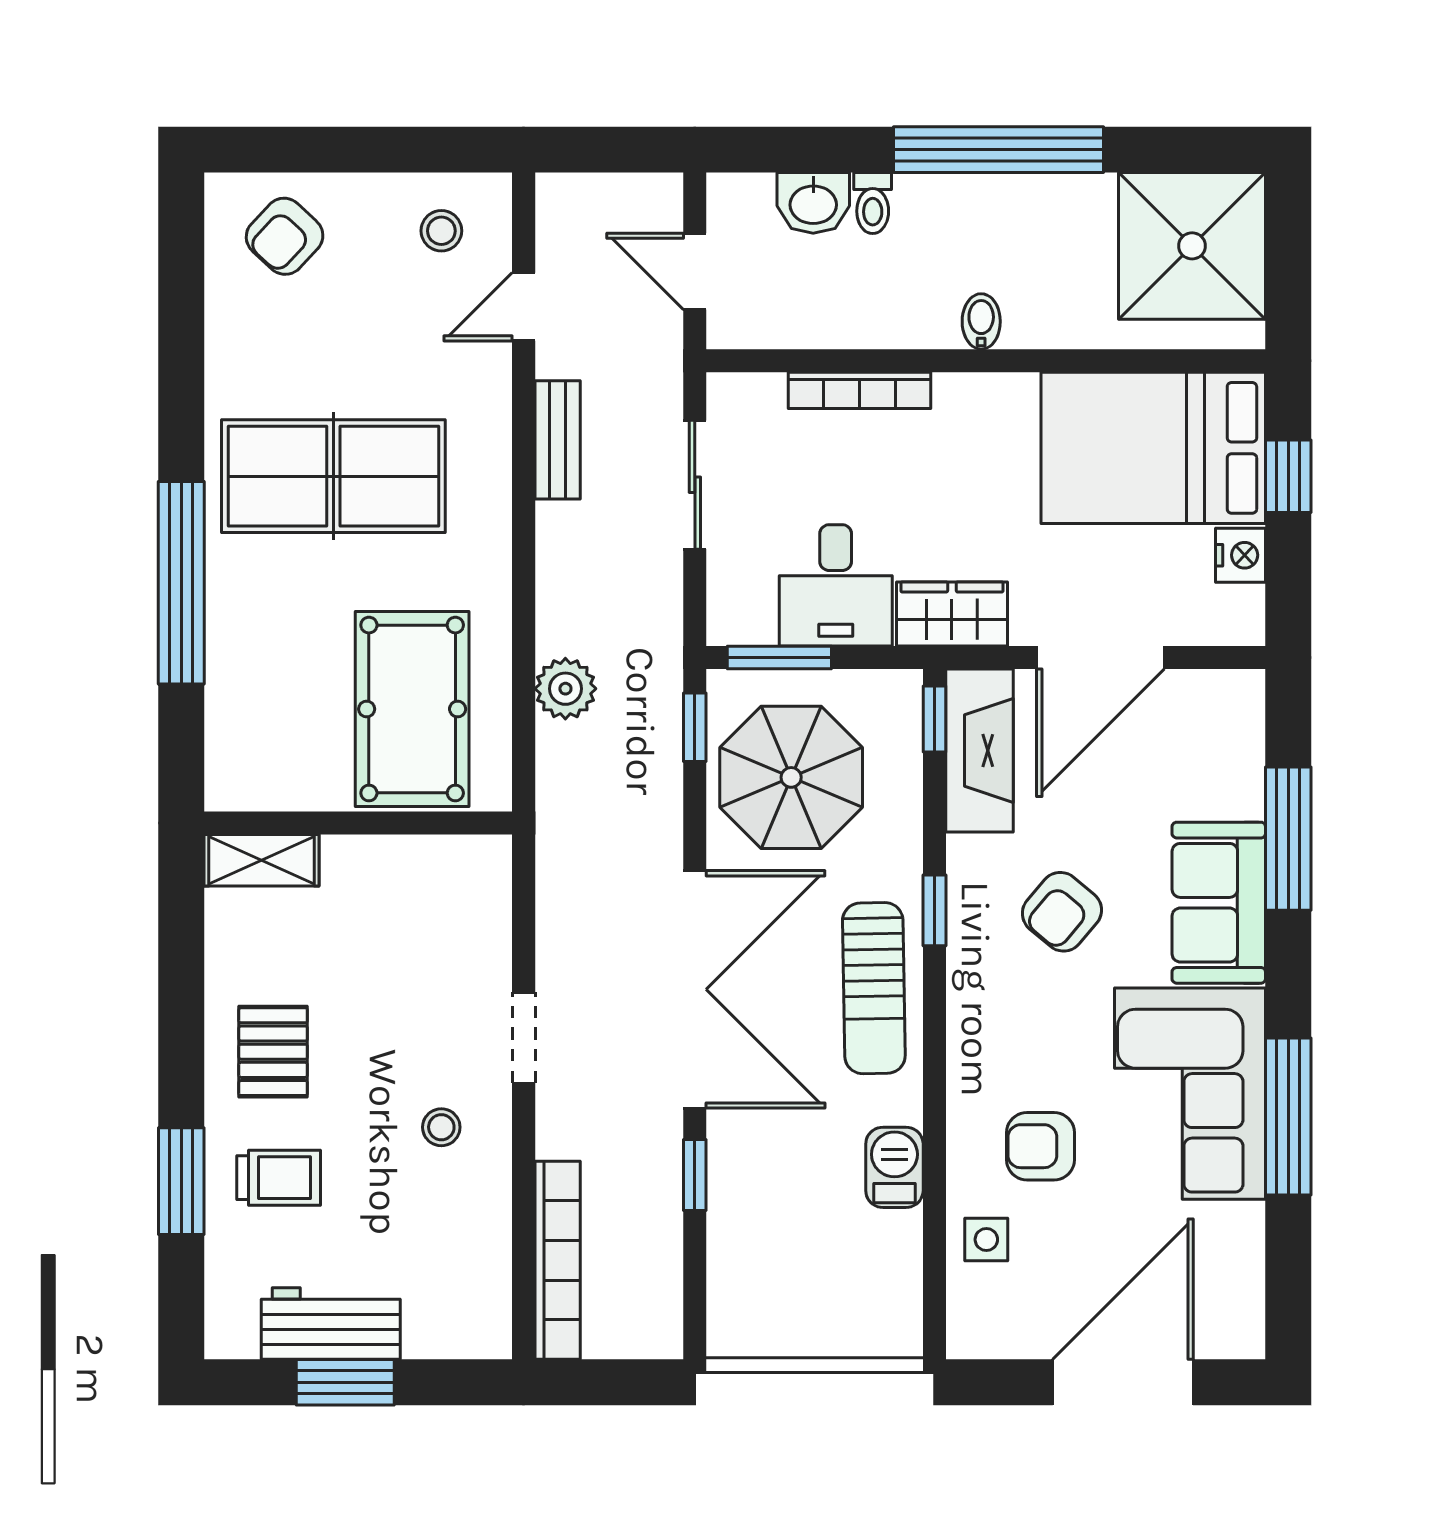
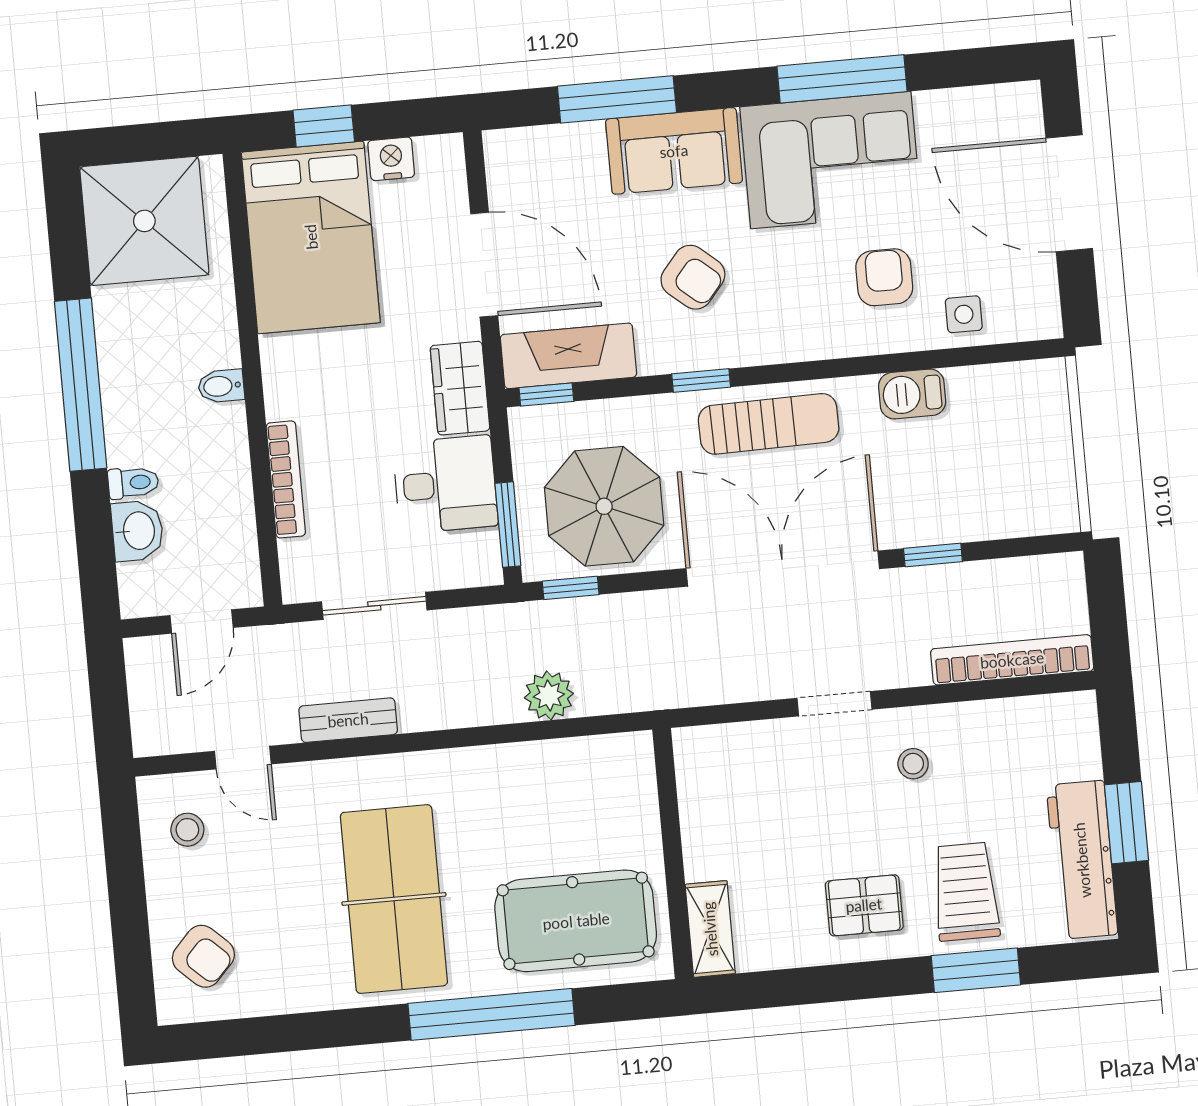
pool table: (412, 709) -> (576, 921), moved
armchair: (1040, 1146) -> (884, 277), turned 180
trolley: (279, 1178) -> (966, 892), width x1.36, depth x1.39
workbench: (331, 1324) -> (1082, 860), width x1.38

